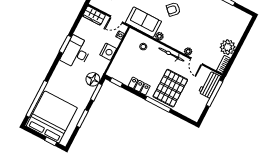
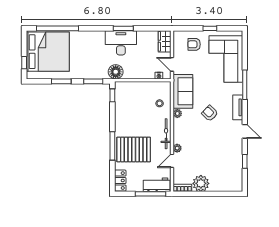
nightstand: (108, 52) -> (137, 73), removed
floor lamp: (93, 79) -> (116, 72), moved
locker: (139, 86) -> (120, 181), moved

